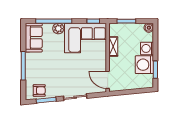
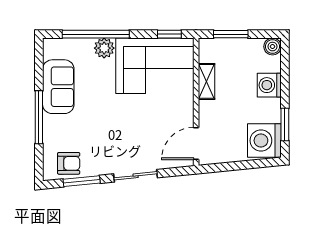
sofa: (34, 38) -> (58, 87), moved
washing machine: (144, 65) -> (264, 141), moved
door: (108, 80) -> (196, 143), hinge flipped

